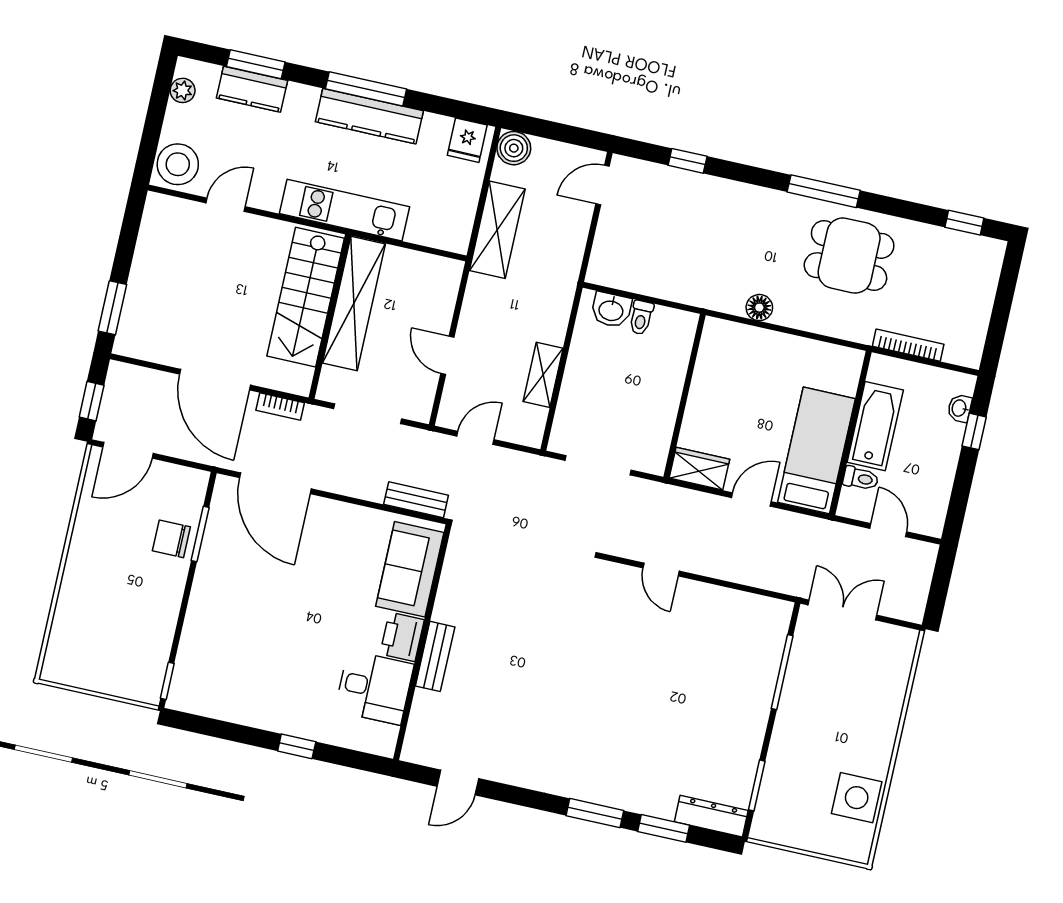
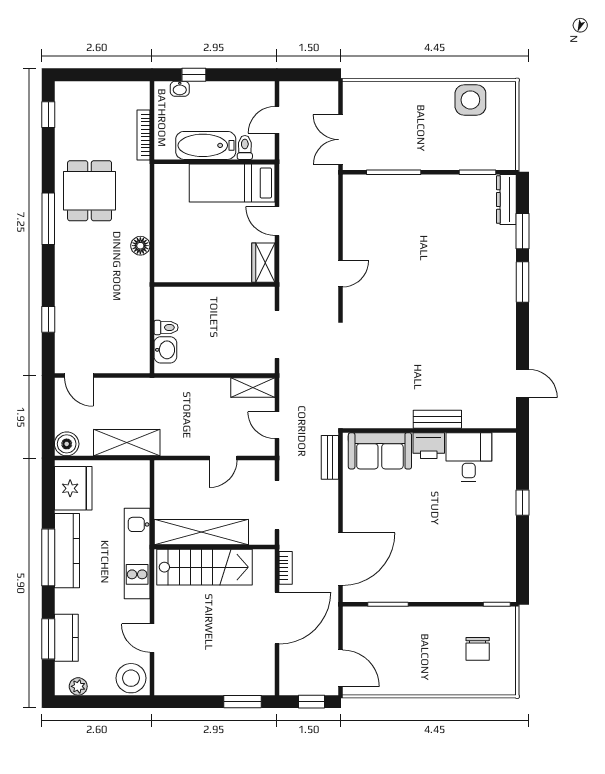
fridge: (467, 140) -> (73, 488), width x1.88, depth x1.34
shelving: (543, 375) -> (253, 388), moved
chair: (171, 539) -> (478, 649), moved

